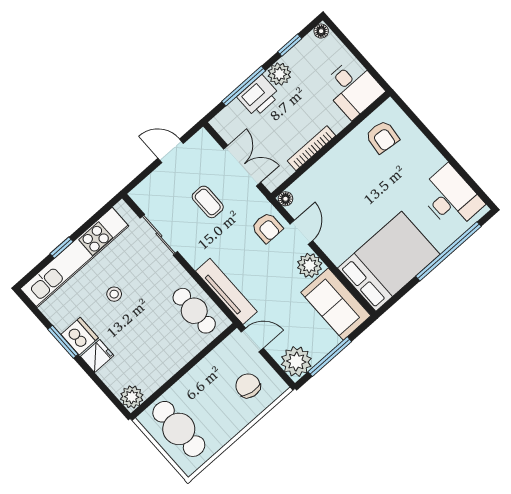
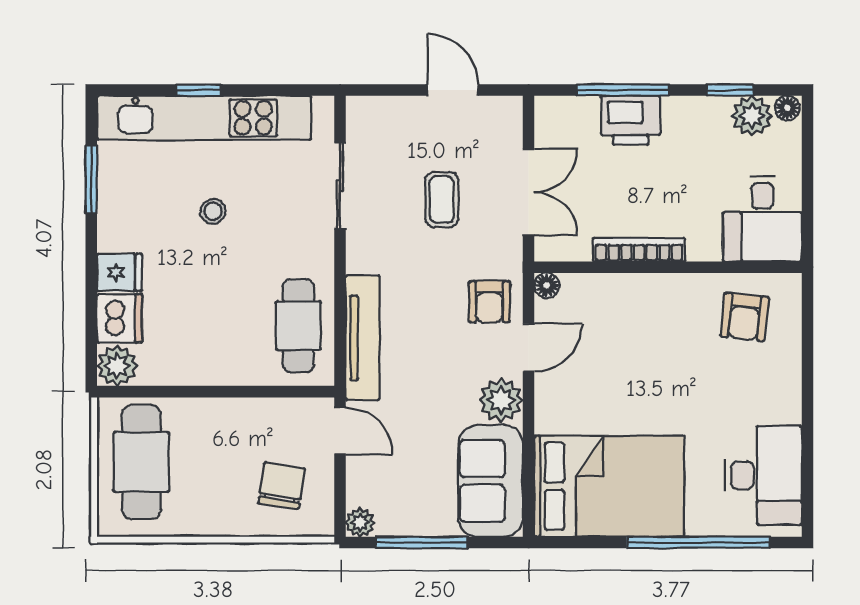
plant: (279, 74) -> (752, 116), moved
dishwasher: (80, 336) -> (120, 318), moved
window: (63, 342) -> (91, 180), moved
plant: (296, 361) -> (360, 522), width x0.53, depth x0.53

